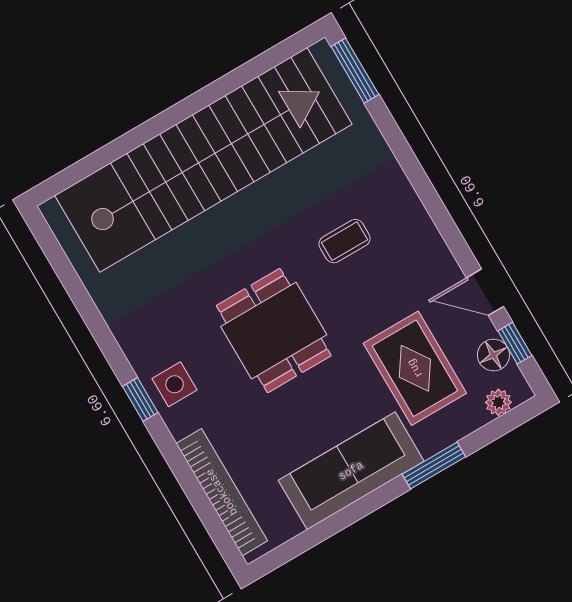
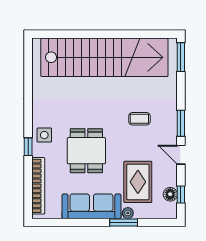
window: (432, 202) -> (181, 123), added
door: (485, 292) -> (181, 155), moved
dining table: (274, 331) -> (86, 151), moved
window: (140, 399) -> (28, 147), moved
plant: (498, 402) -> (128, 213), moved

